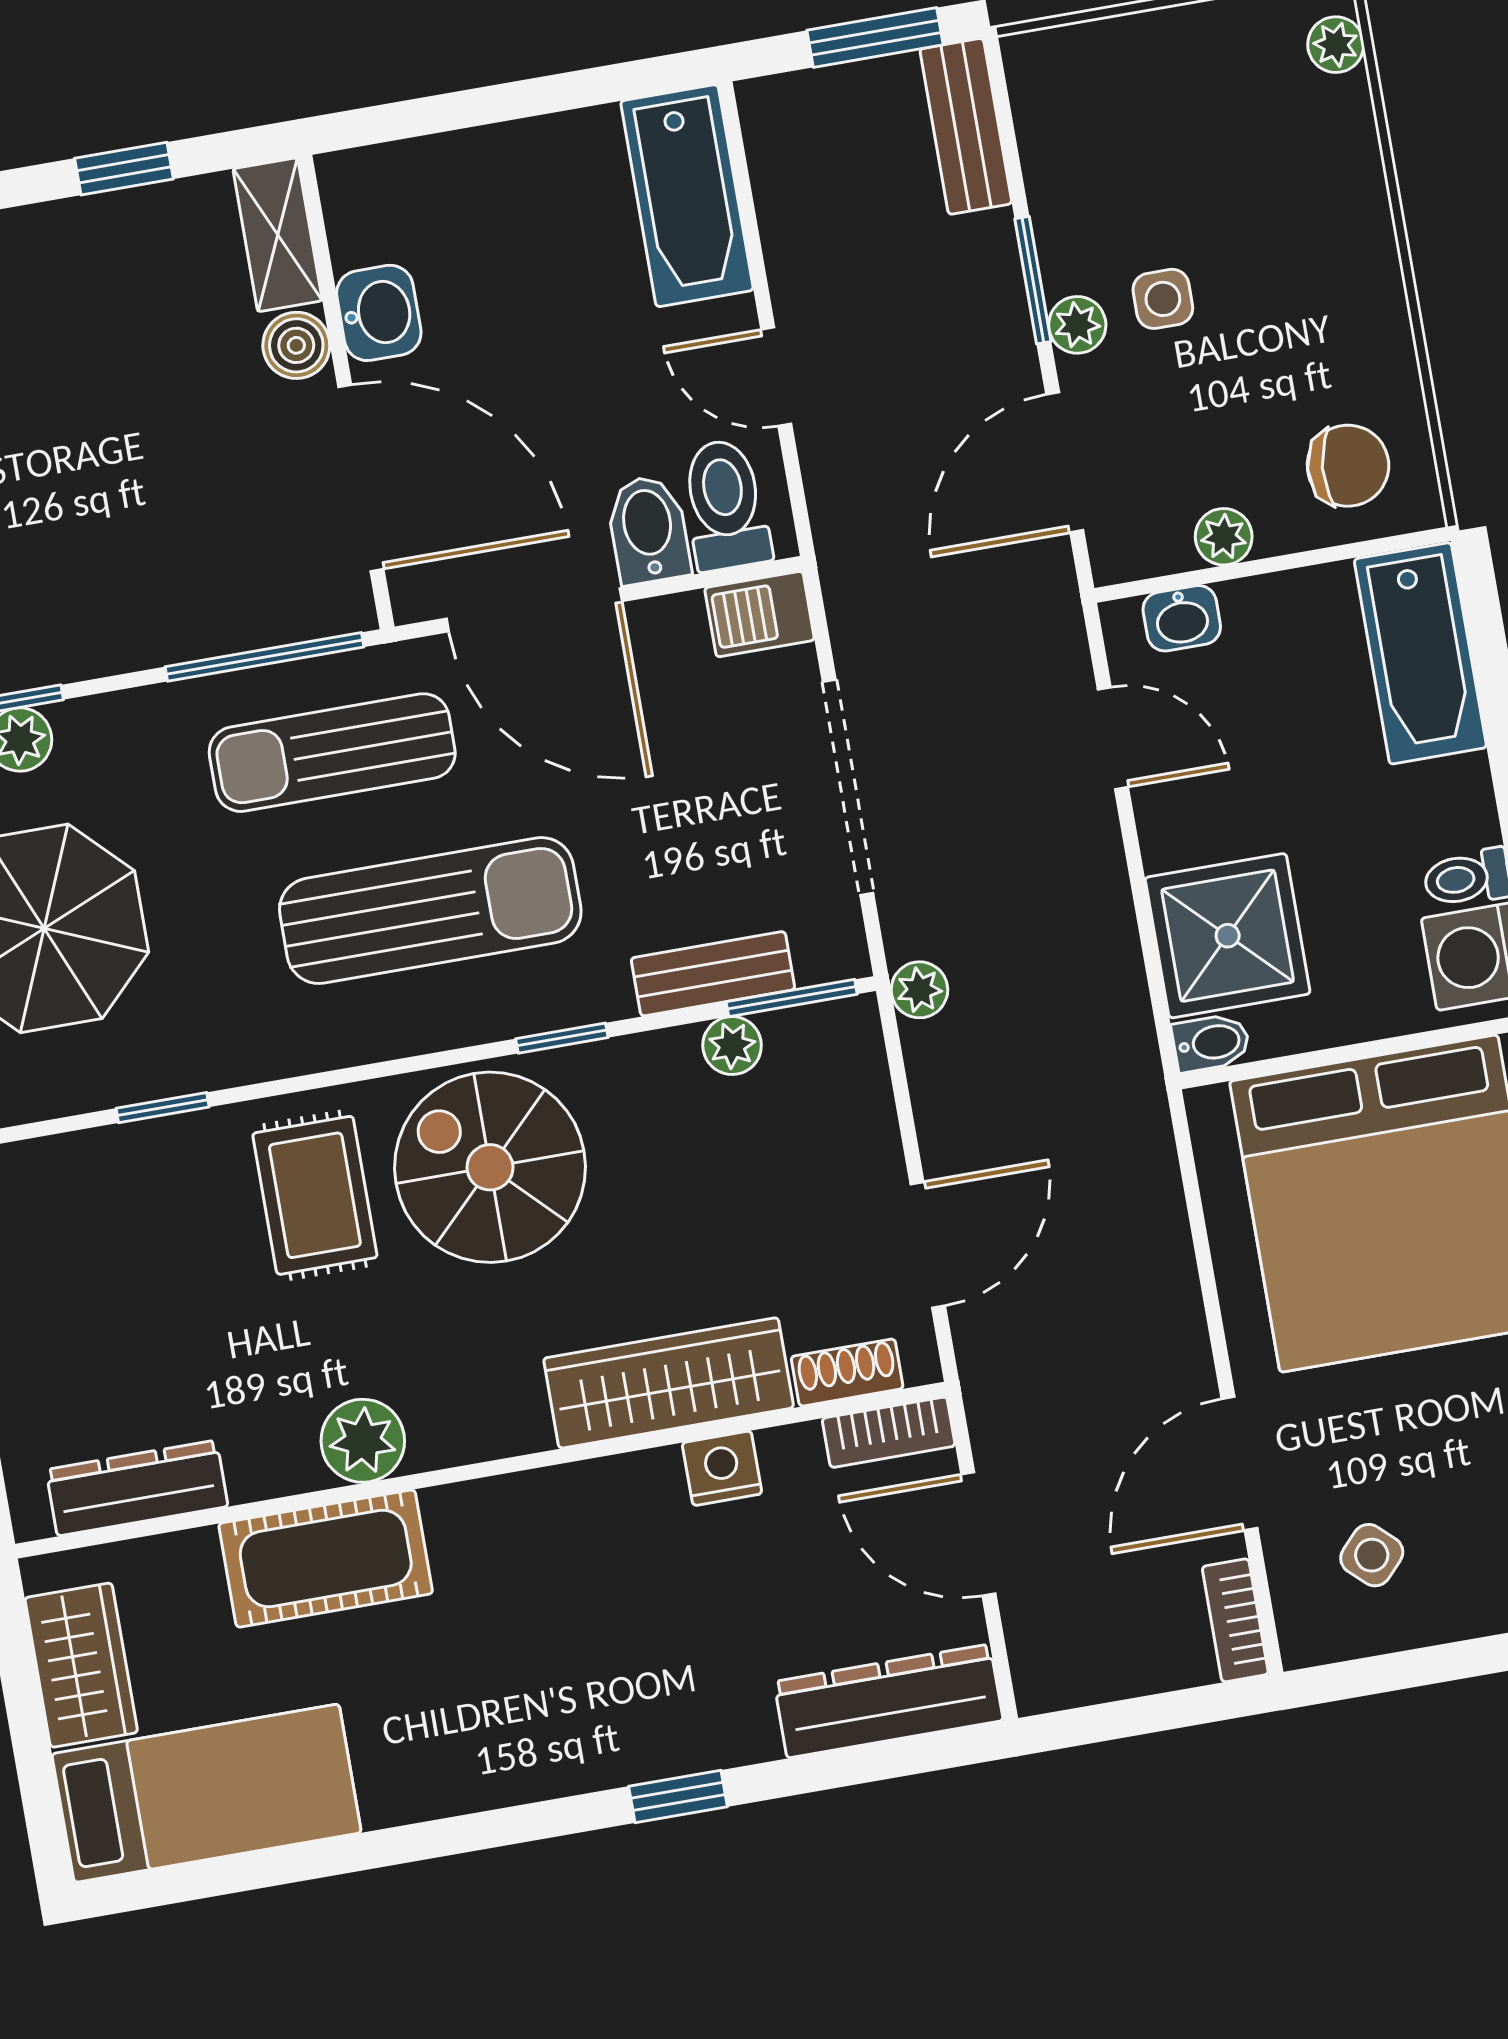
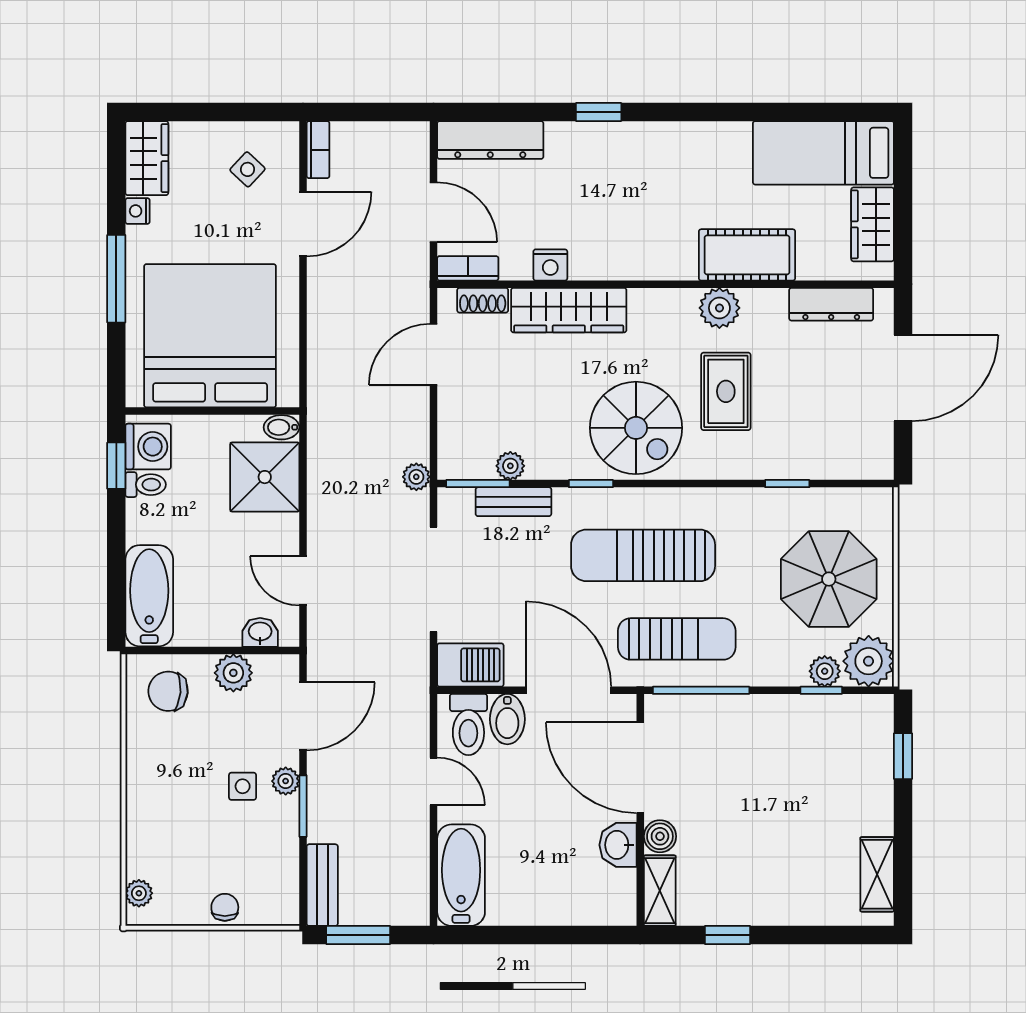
chair: (1156, 46) -> (225, 907), added
plant: (1224, 537) -> (233, 673), width x1.38, depth x1.38
barbecue: (760, 614) -> (470, 665), width x1.38, depth x1.27
rug: (315, 1195) -> (726, 391), moved

